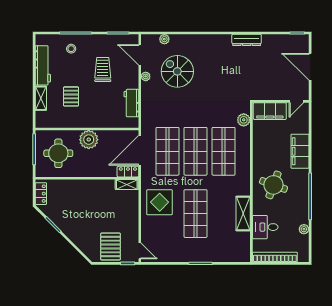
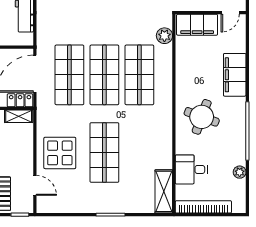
display table: (160, 202) -> (60, 153), moved
shelving: (243, 213) -> (164, 191), moved
door: (140, 251) -> (35, 185), moved

